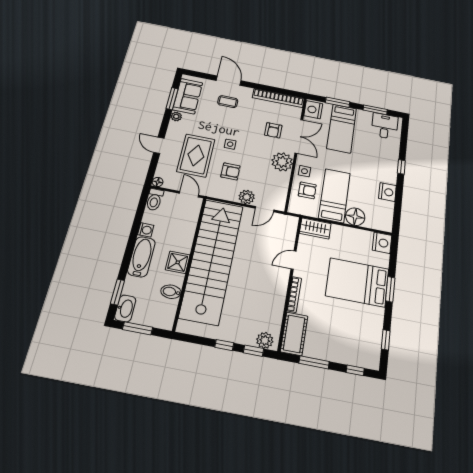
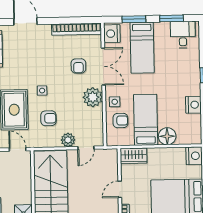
coffee table: (228, 102) -> (30, 45), removed

